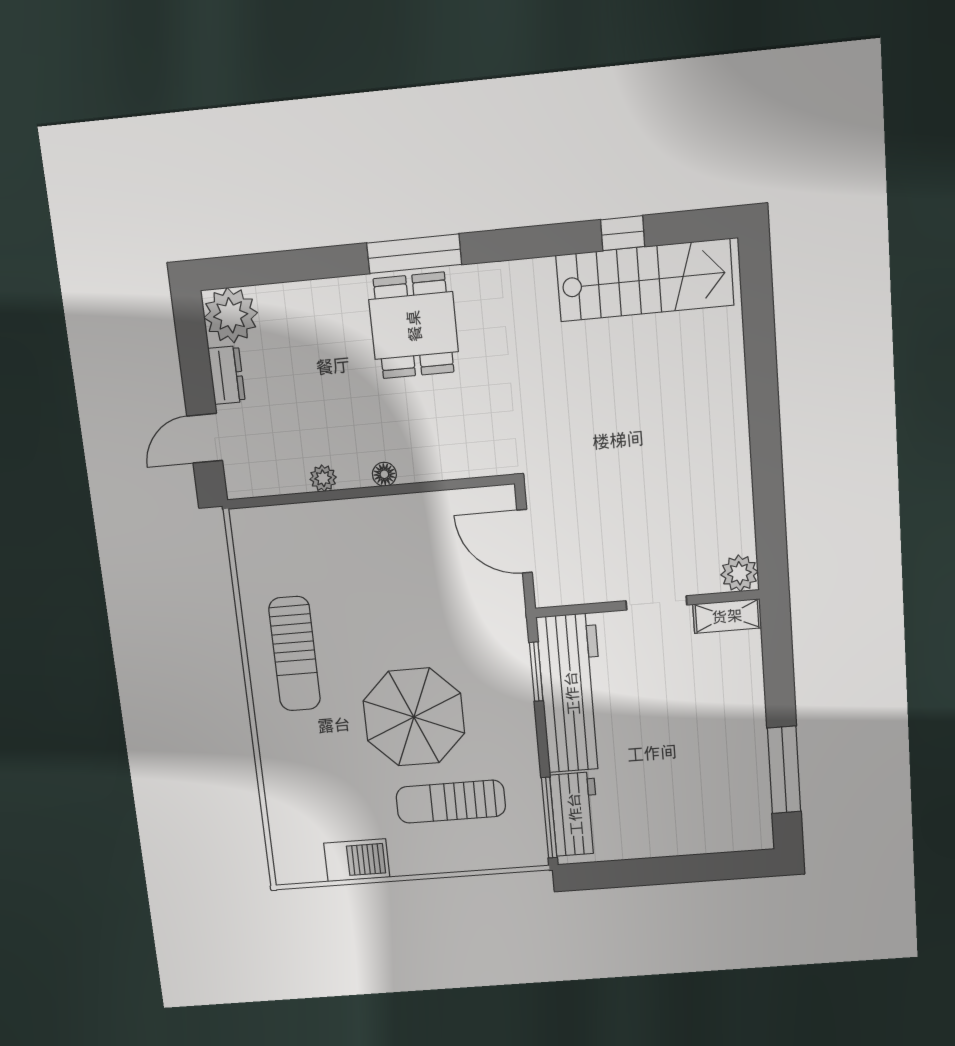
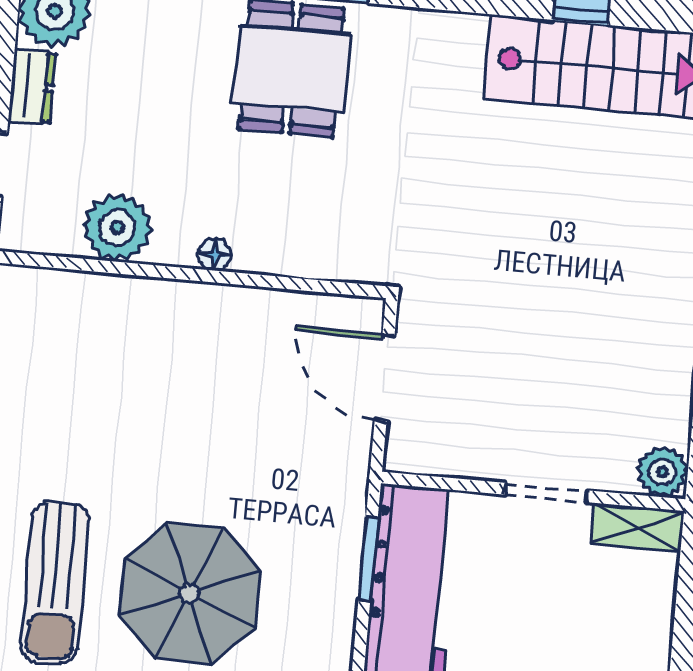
plant: (323, 478) -> (117, 228), width x1.87, depth x1.87
sun lounger: (295, 654) -> (55, 582), moved

